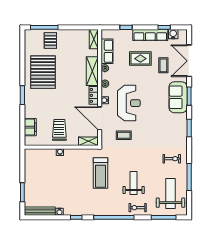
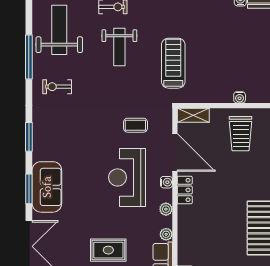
coffee table: (163, 65) -> (71, 239), removed
shelving: (92, 71) -> (187, 230), removed
weight bench: (170, 194) -> (59, 30), turned 180

